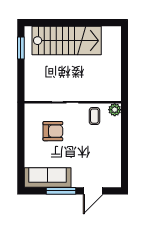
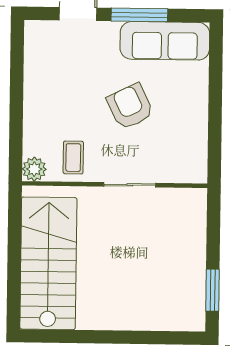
stairs: (67, 41) -> (48, 263), moved, turned 90
armchair: (53, 131) -> (130, 107), moved, turned 64

